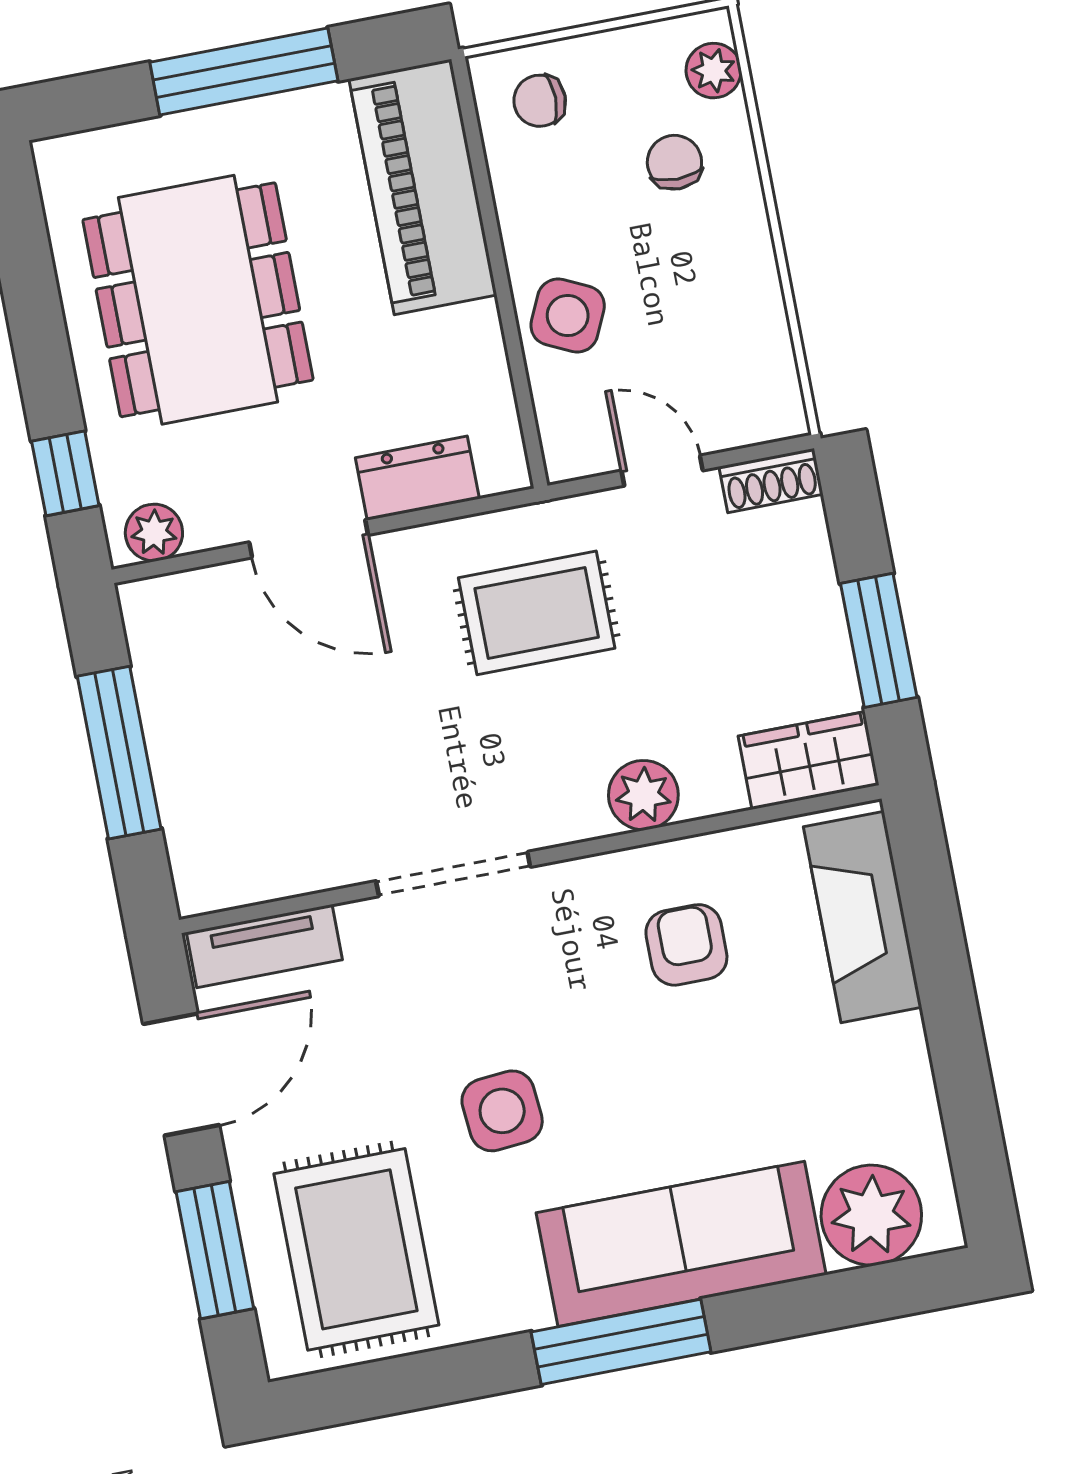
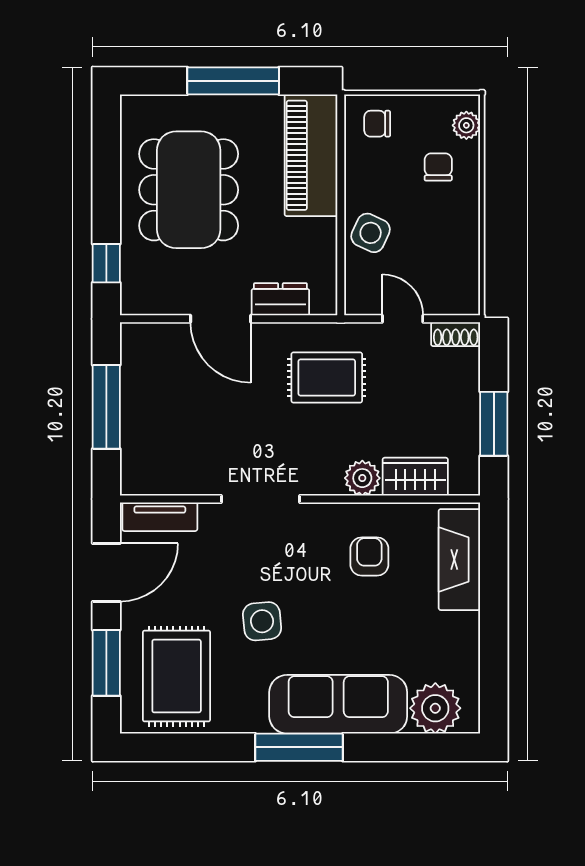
plant: (154, 533) -> (145, 301), removed
wardrobe: (809, 761) -> (415, 477), moved

